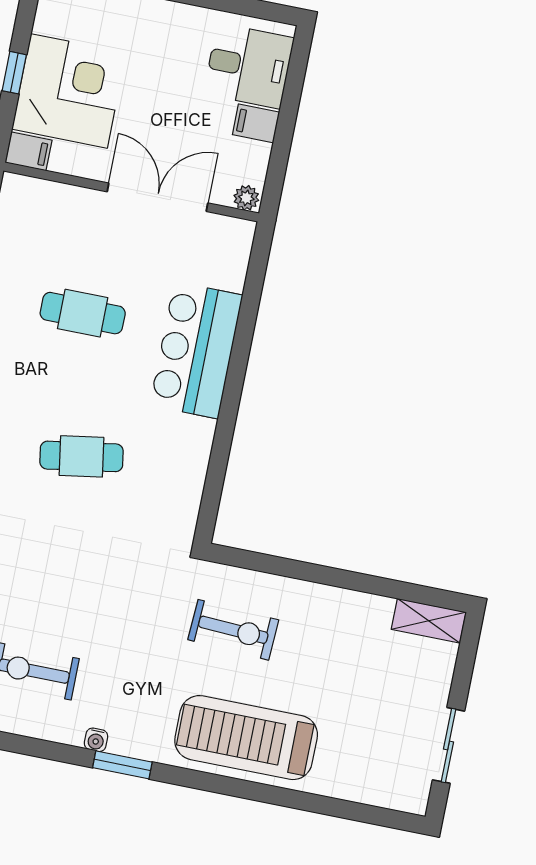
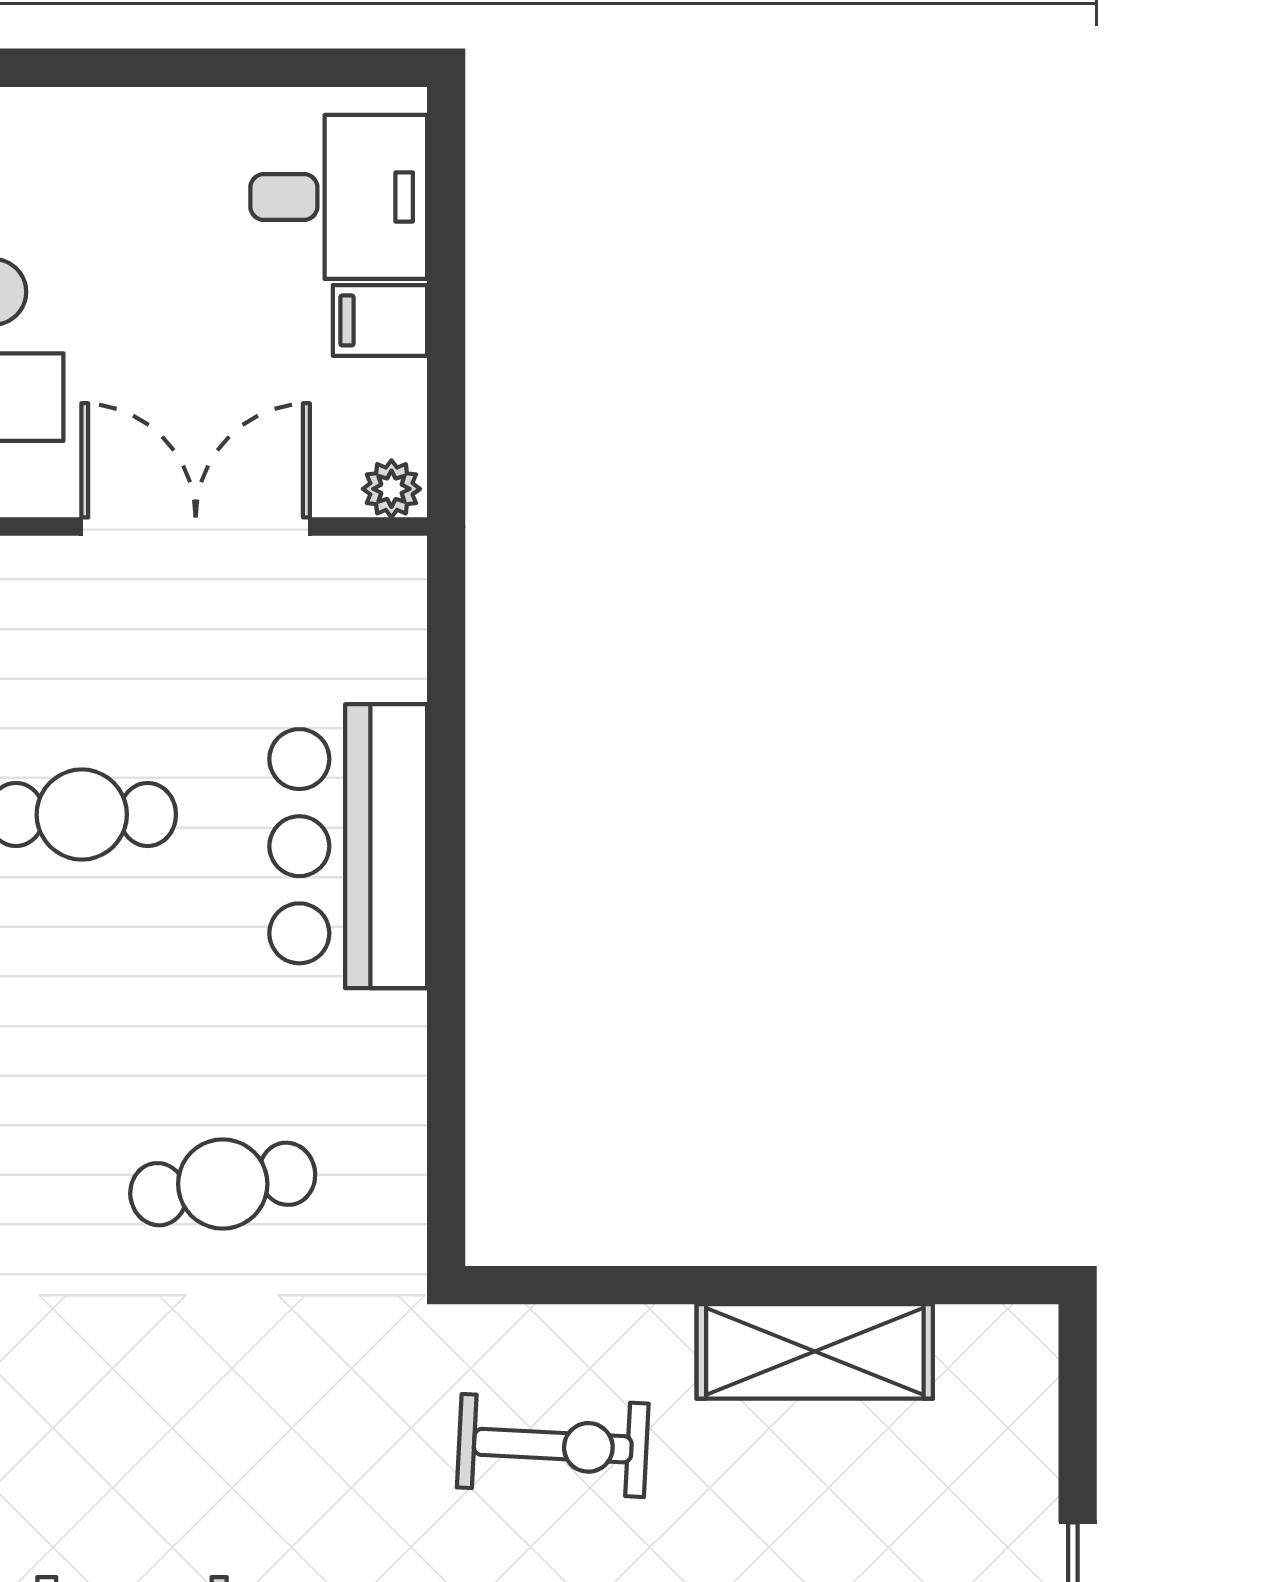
cafe table: (82, 456) -> (223, 1184), moved
shelving: (429, 621) -> (815, 1351), moved, width x1.50, depth x1.33

